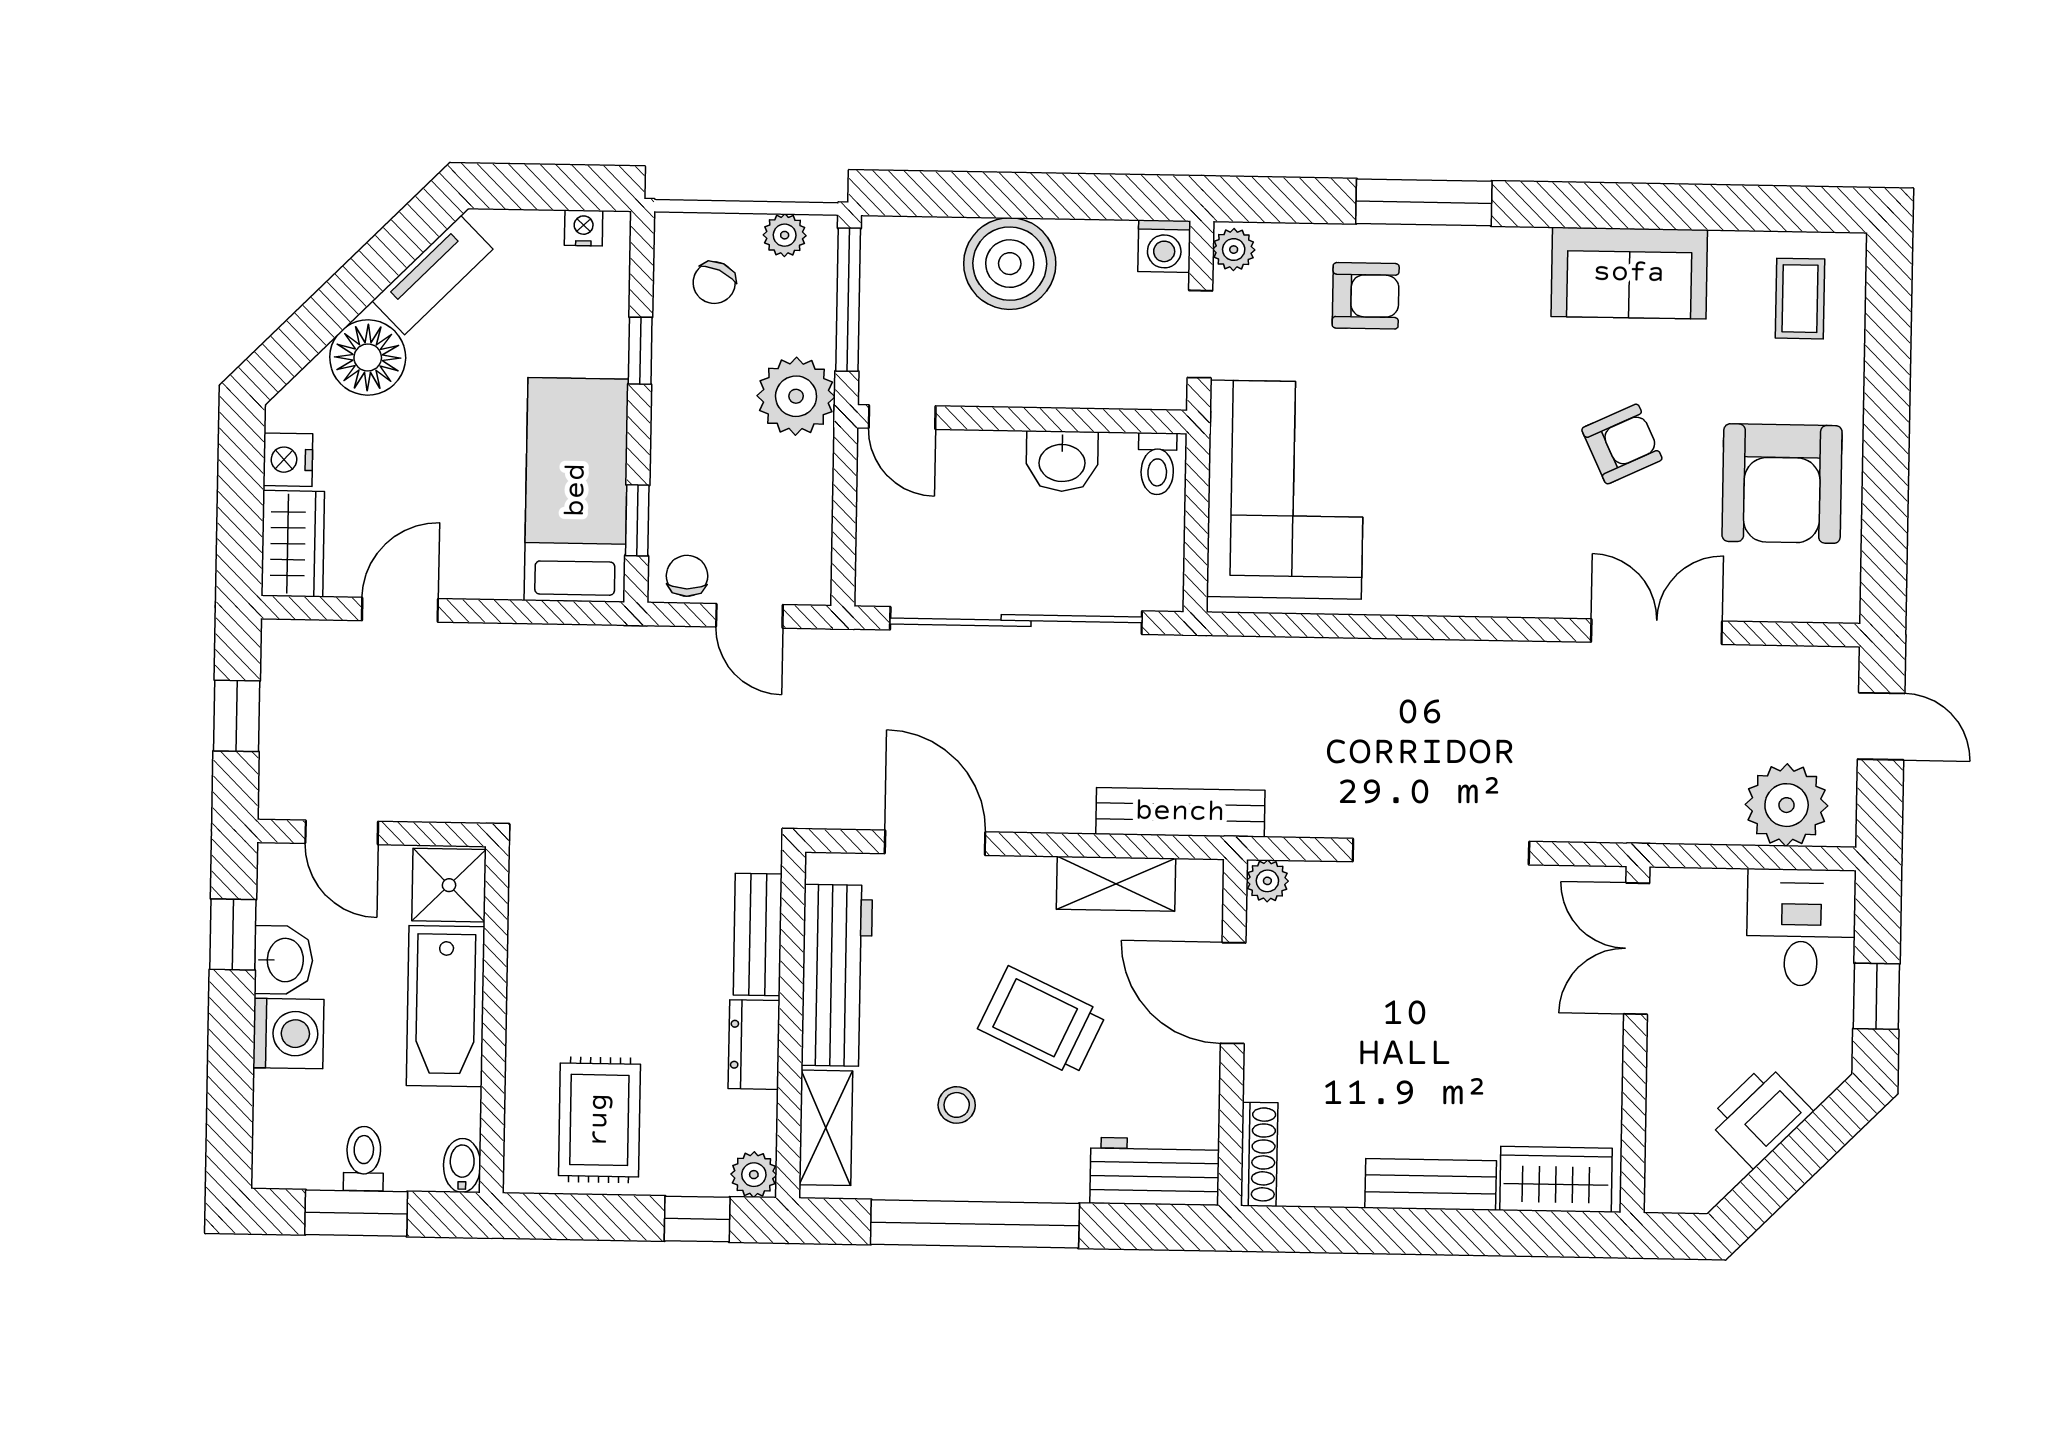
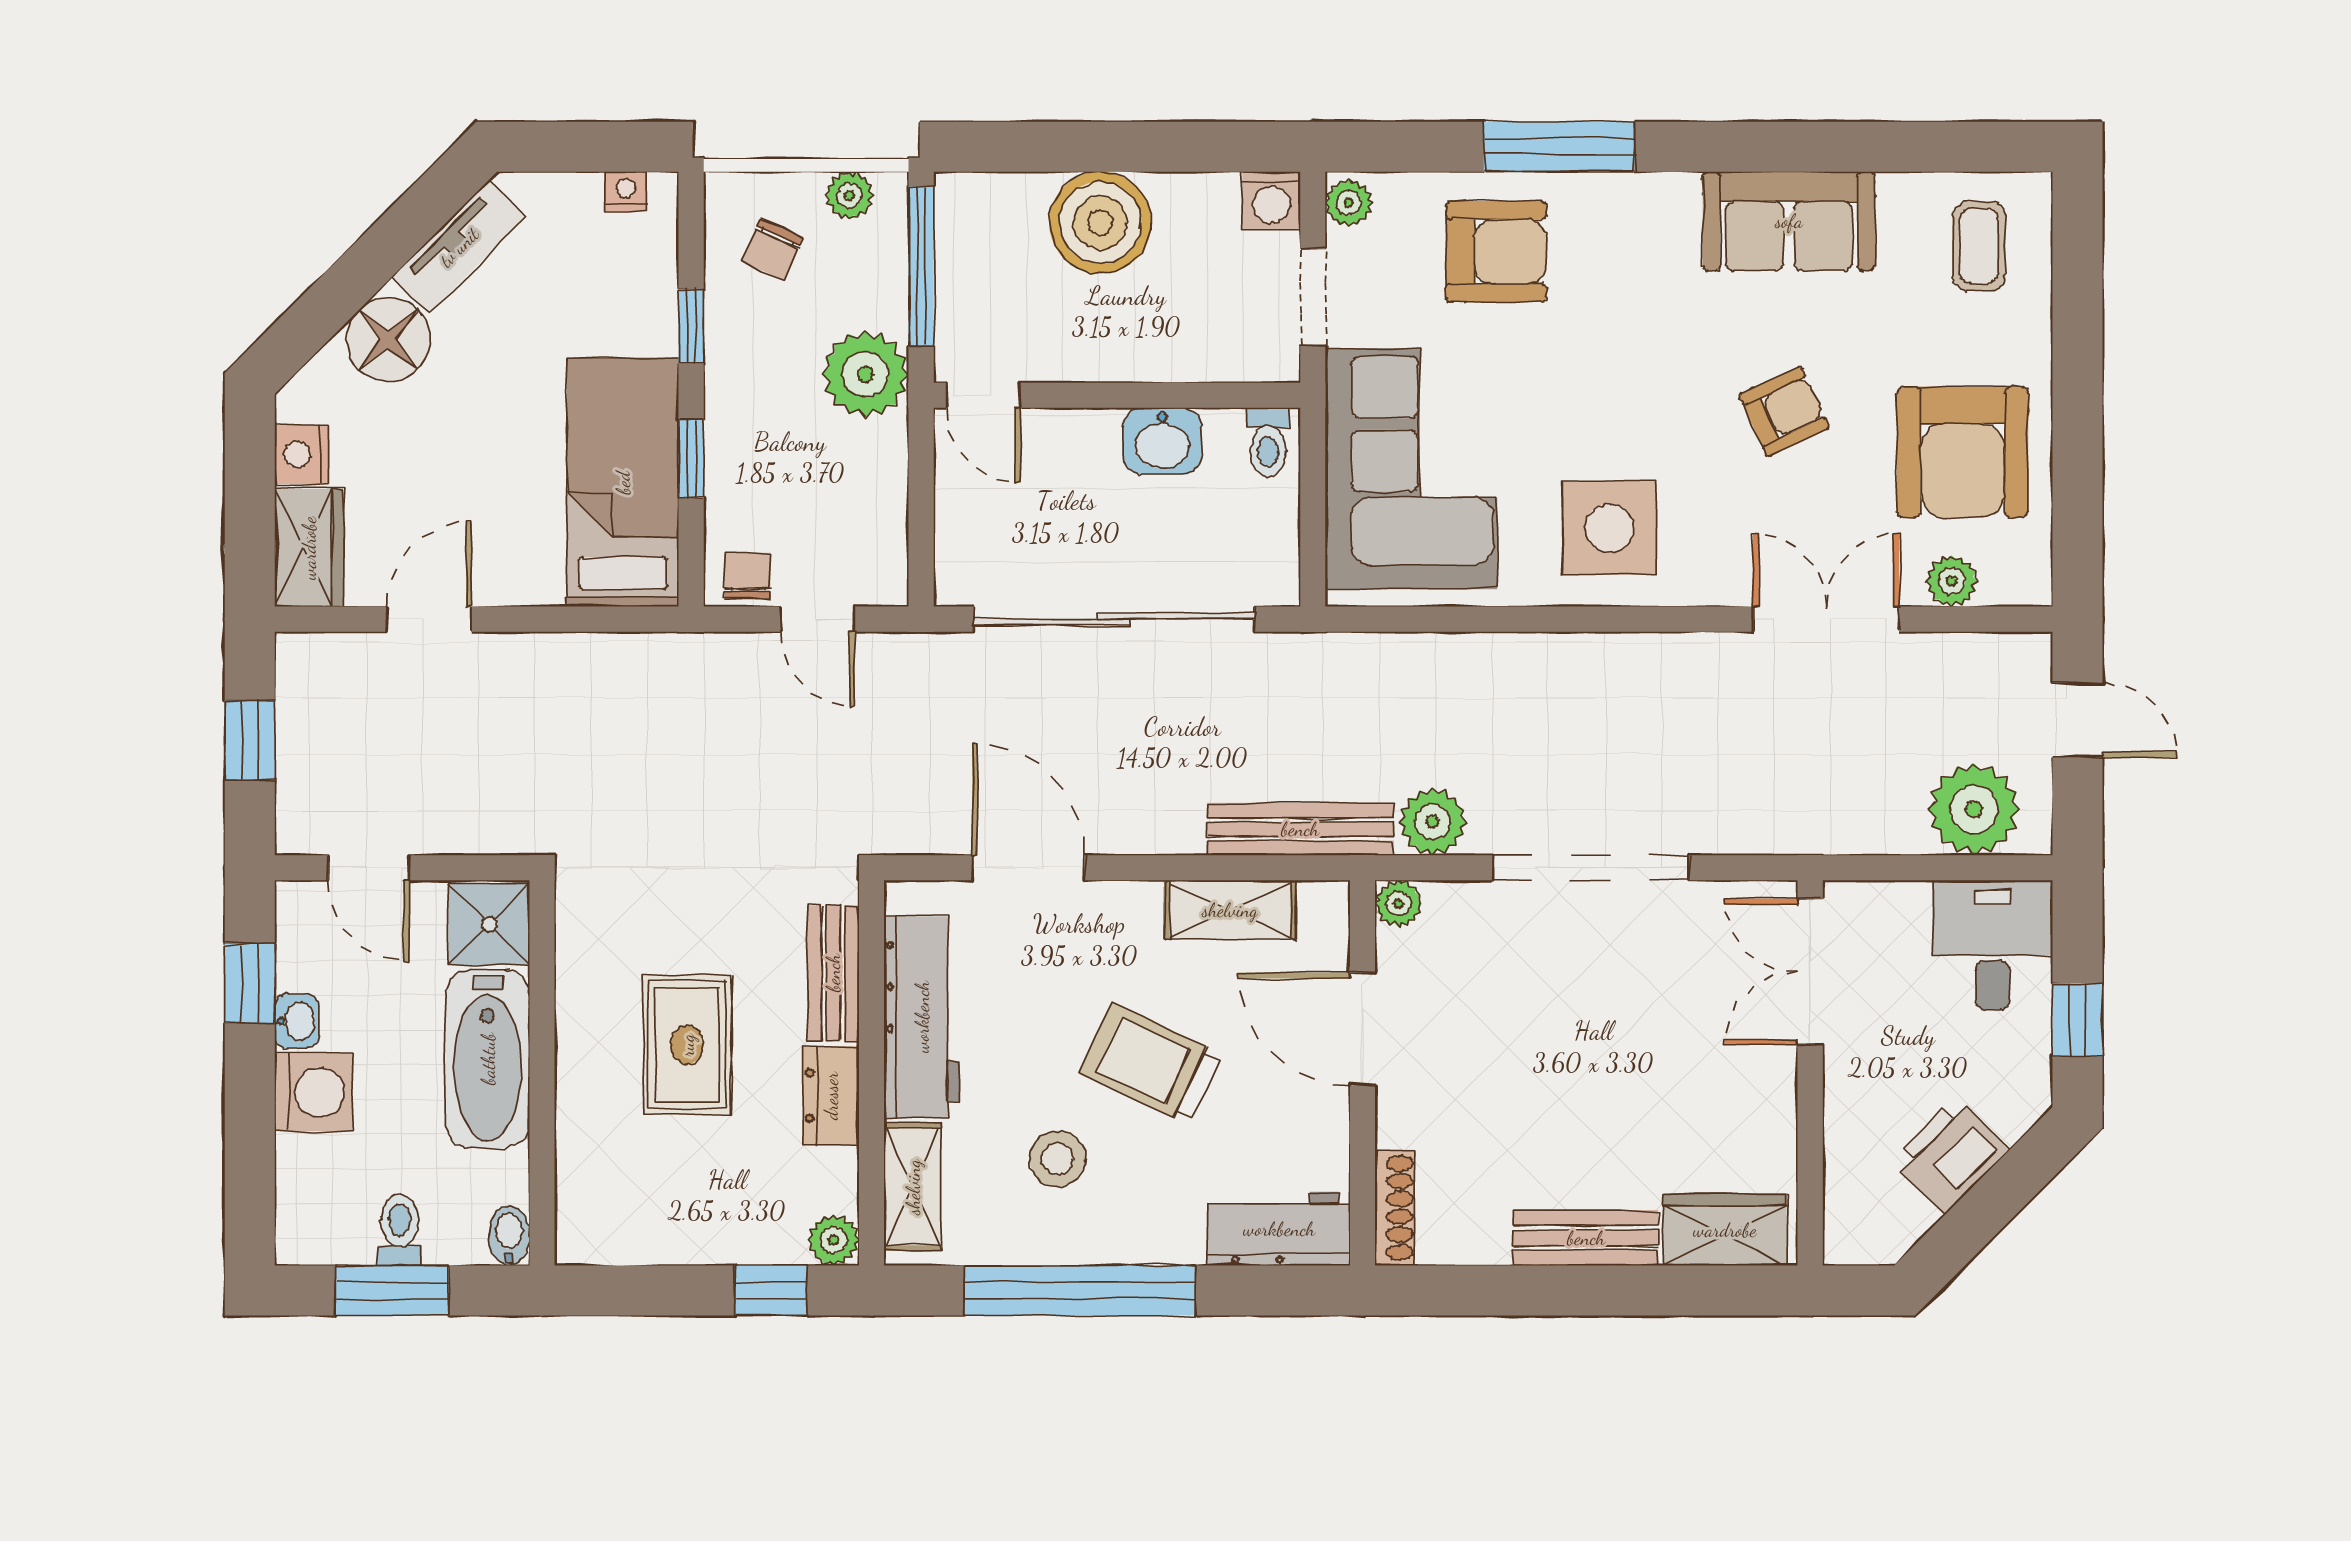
armchair: (1366, 296) -> (1496, 252), width x1.38, depth x1.38
window: (637, 520) -> (691, 459), moved
side table: (1463, 546) -> (1609, 528), added
plant: (1770, 599) -> (1952, 581), added
plant: (1299, 808) -> (1432, 822), added
washbasin: (284, 960) -> (297, 1021), width x0.72, depth x0.69
stool: (957, 1105) -> (1057, 1159), width x1.37, depth x1.37
rug: (599, 1120) -> (687, 1045), moved

